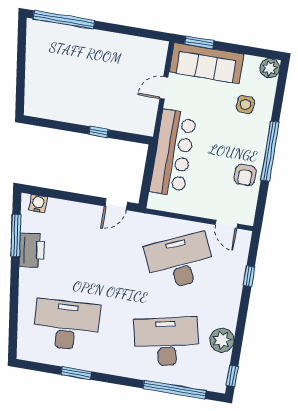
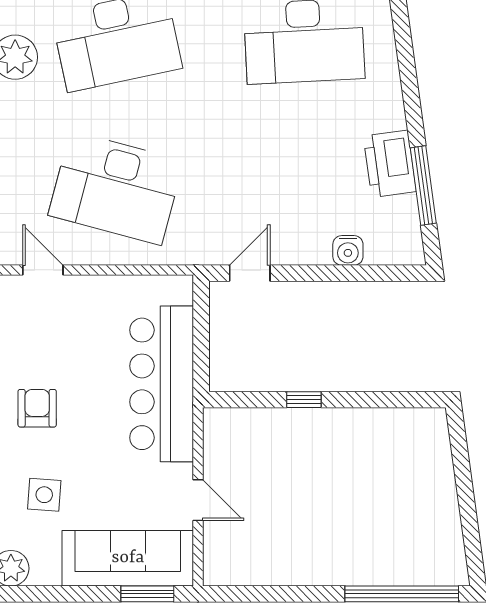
door: (164, 88) -> (198, 500), hinge flipped
armchair: (245, 175) -> (37, 408), moved
water cooler: (38, 203) -> (348, 250), moved
desk: (180, 261) -> (116, 188), turned 39

